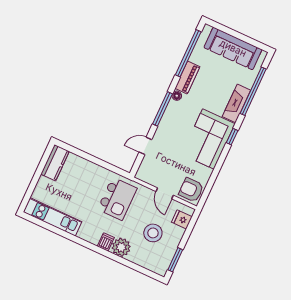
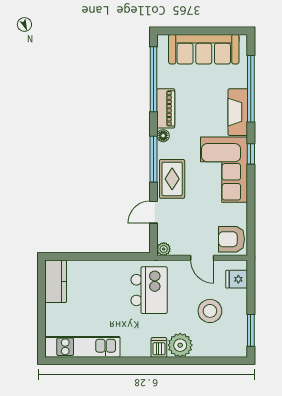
rug: (169, 129) -> (172, 179), added
plant: (141, 175) -> (164, 249), added

